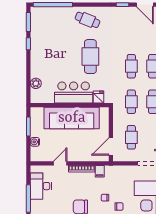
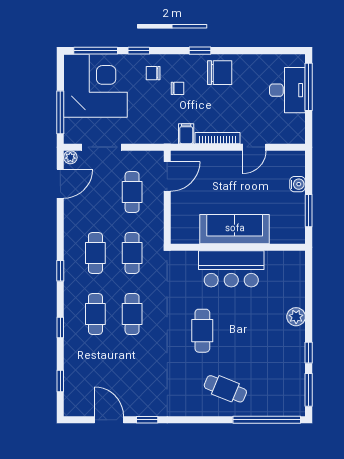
cafe table: (87, 20) -> (225, 389), moved
cafe table: (90, 57) -> (202, 331), width x0.73, depth x0.74
plant: (36, 83) -> (296, 317), moved
fridge: (99, 97) -> (188, 261), removed
sofa: (72, 118) -> (235, 229), width x0.74, depth x0.79
desk: (41, 186) -> (287, 90), moved

